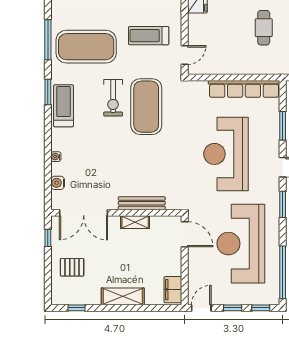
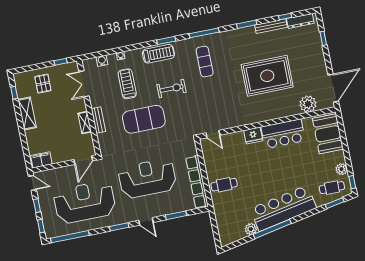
cafe table: (264, 28) -> (224, 185), moved
treadmill: (149, 36) -> (127, 84), moved
exercise mat: (86, 47) -> (205, 62), width x0.50, depth x0.69
exercise bike: (113, 98) -> (171, 88), turned 180
exercise mat: (146, 107) -> (144, 119), moved
bench: (142, 203) -> (98, 120), width x0.73
double door: (84, 213) -> (84, 84), width x0.73
shelving: (123, 296) -> (27, 114), moved

